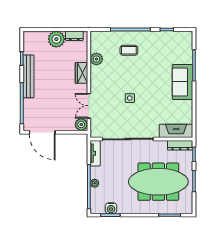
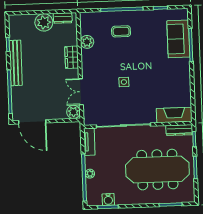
sofa: (183, 82) -> (178, 39), moved

